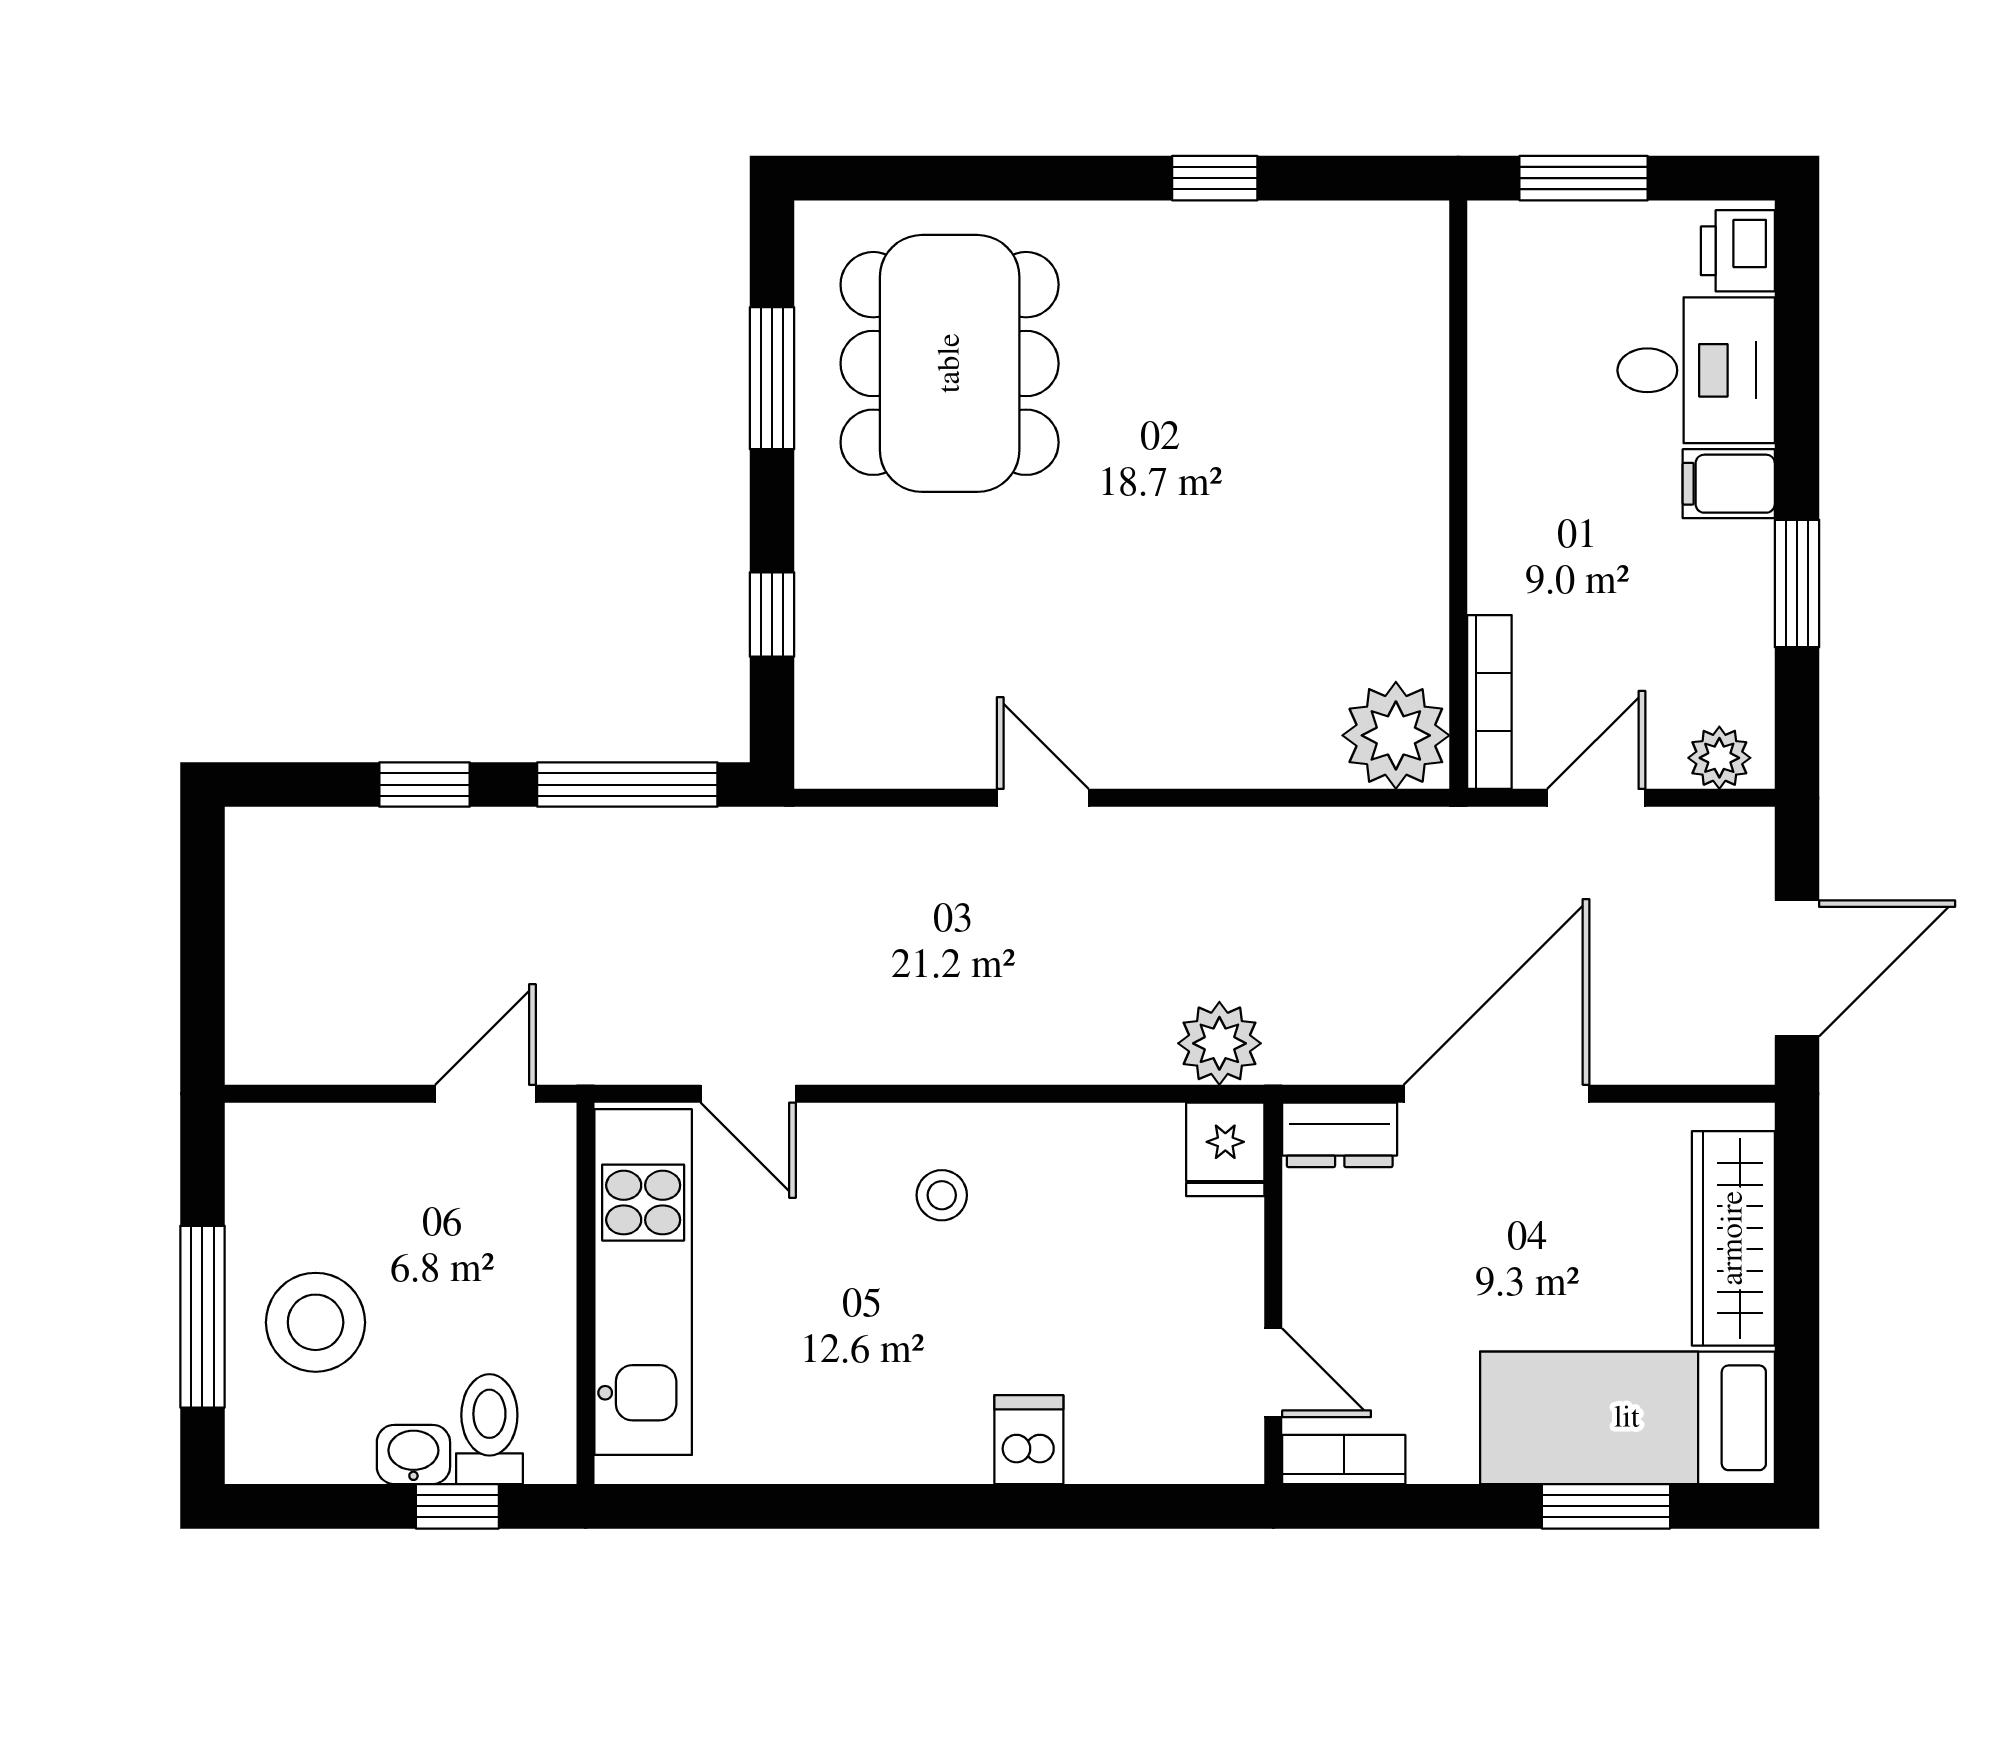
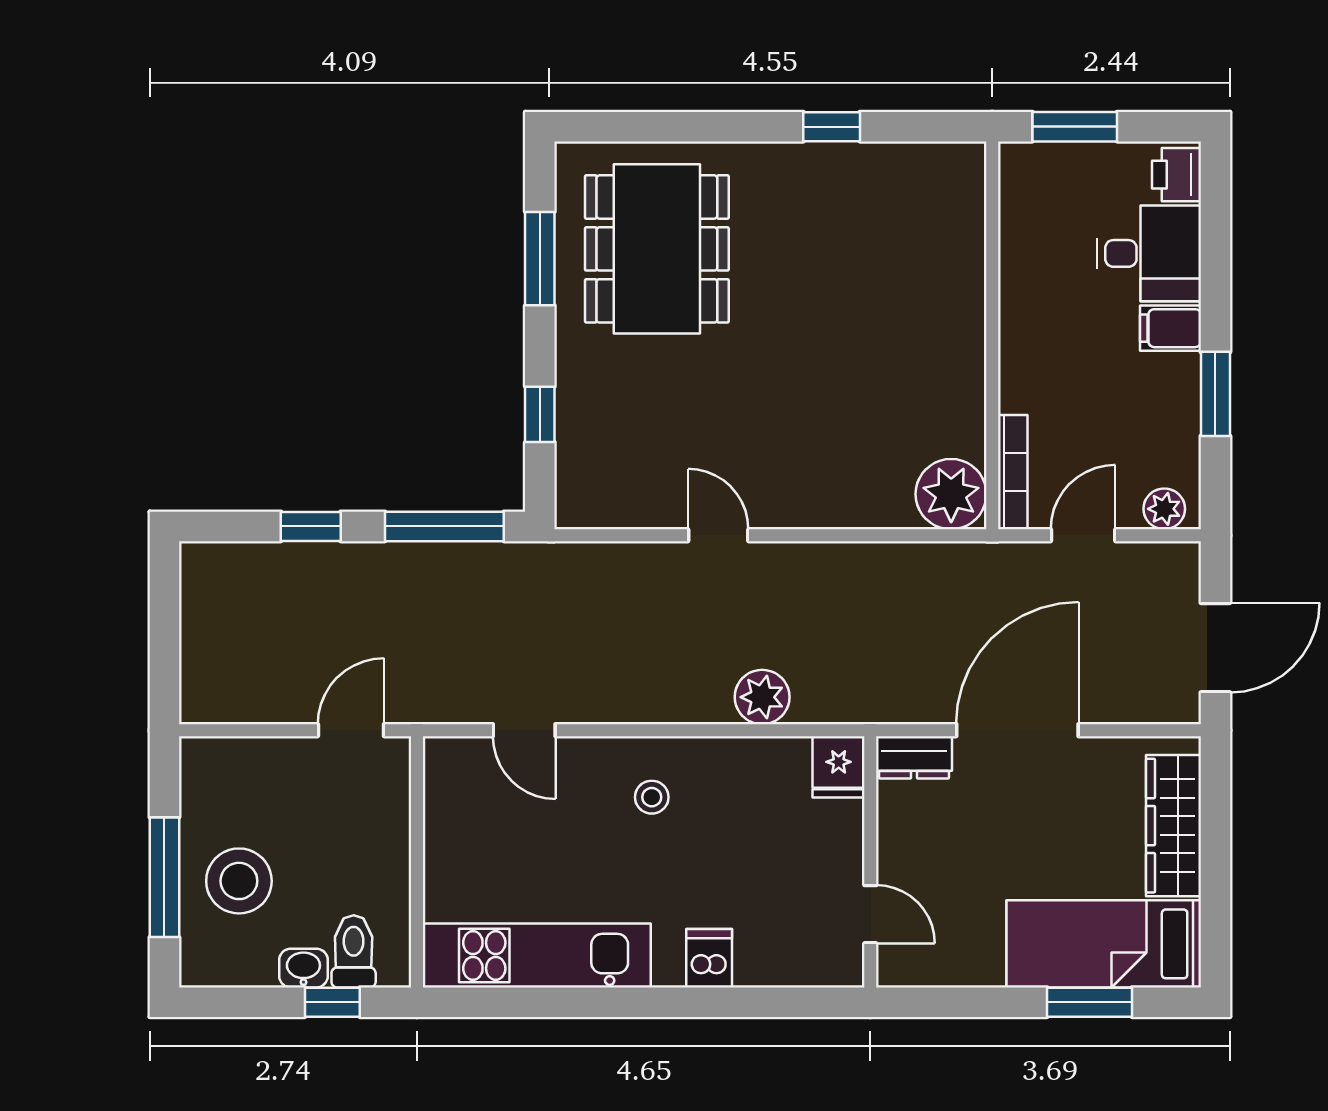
plant: (1219, 1043) -> (762, 697), moved
kitchen unit: (643, 1282) -> (537, 955), moved, turned -90
bookcase: (1344, 1460) -> (917, 971), removed

